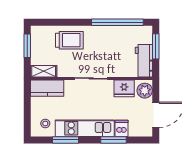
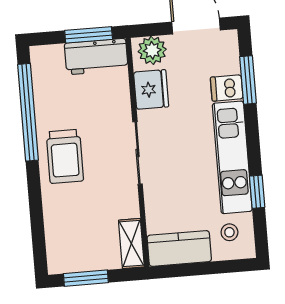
trolley: (69, 40) -> (65, 156), moved, turned 180
window: (156, 46) -> (89, 35), moved
kitchen counter: (47, 88) -> (179, 248), moved, turned -90
window: (66, 140) -> (257, 192), width x0.67
window: (114, 140) -> (248, 80), moved

